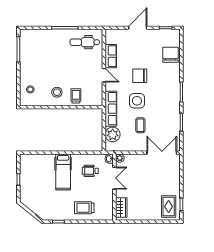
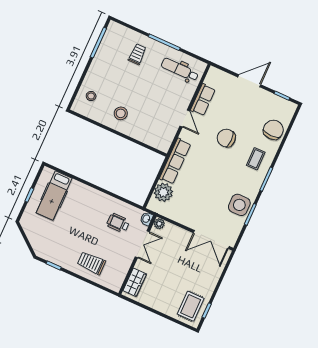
trolley: (76, 96) -> (137, 54), moved
side table: (137, 101) -> (239, 205), moved
coffee table: (140, 125) -> (256, 159), moved
double door: (162, 153) -> (211, 240), swing flipped
hospital bed: (63, 172) -> (54, 195), moved

